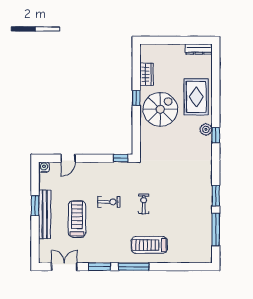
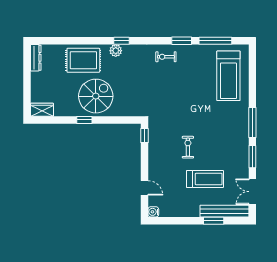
wardrobe: (146, 74) -> (42, 110), moved
spiral stairs: (160, 109) -> (96, 96), turned 90
exercise bike: (144, 204) -> (166, 57), moved
window: (35, 206) -> (214, 221), moved
bench: (45, 214) -> (224, 211), moved
treadmill: (77, 219) -> (205, 179), turned 180
treadmill: (149, 245) -> (228, 76), moved, width x1.37, depth x1.38

